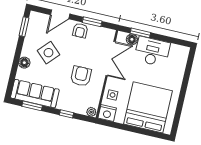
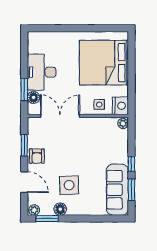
plant: (34, 17) -> (34, 210), added
armchair: (80, 31) -> (37, 156), turned 90
side table: (48, 53) -> (69, 185), turned 45
floor lamp: (24, 63) -> (60, 209), moved
armchair: (81, 76) -> (87, 144), removed
window: (67, 114) -> (131, 164), moved

